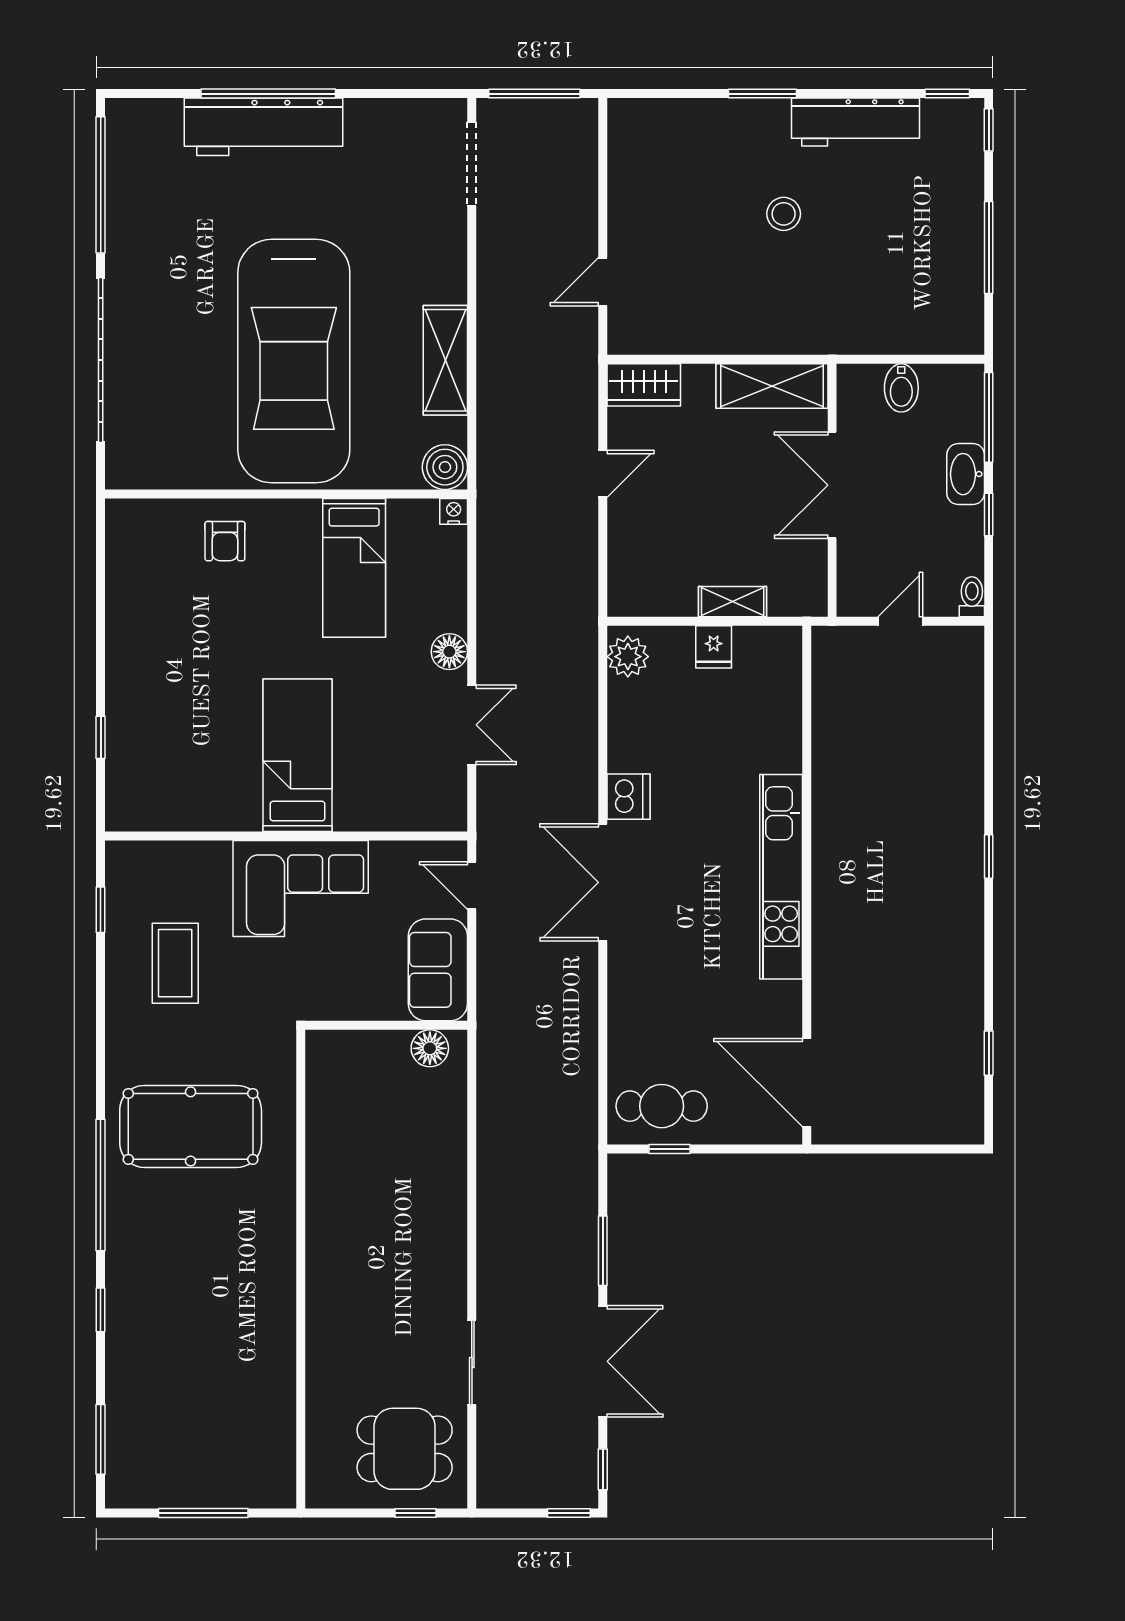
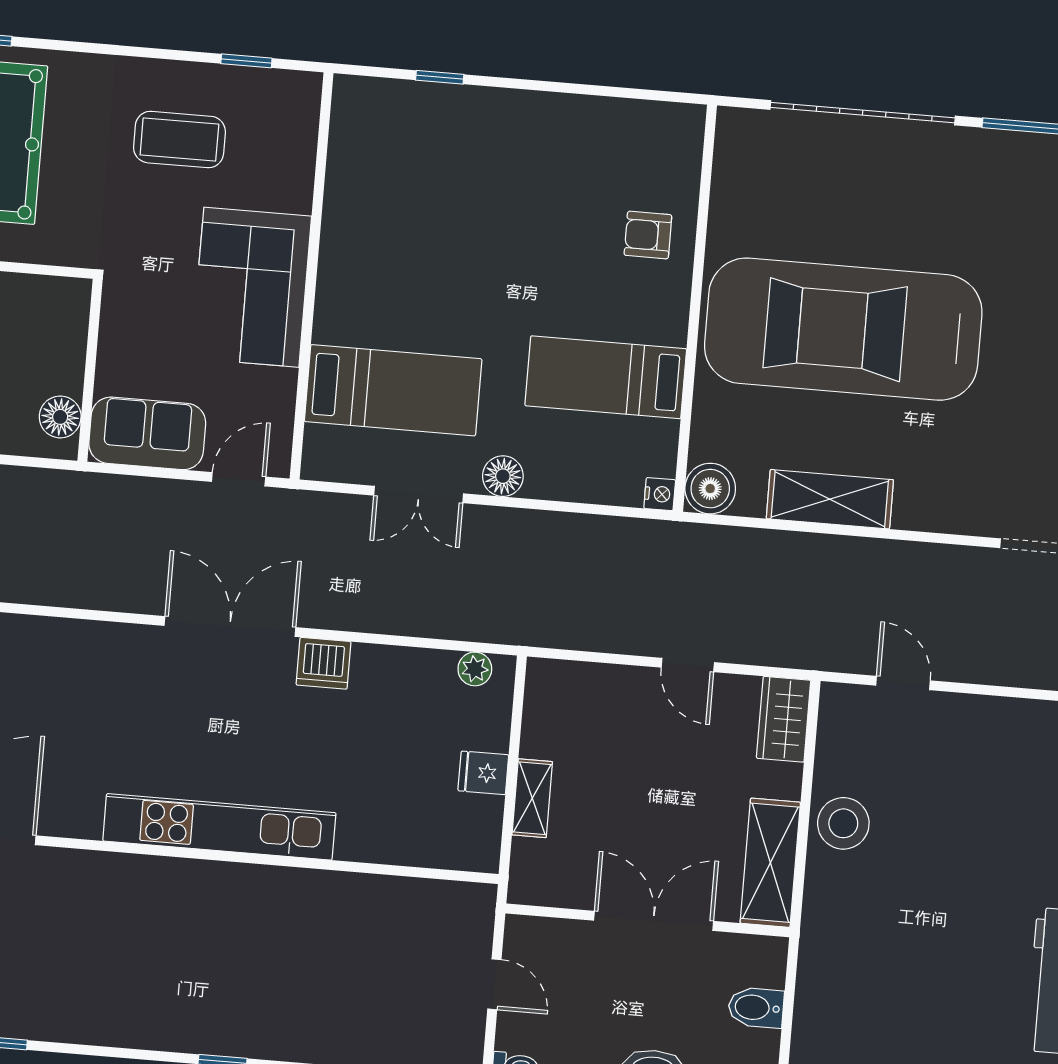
stool: (784, 214) -> (843, 823), moved, width x1.38, depth x1.38
plant: (628, 657) -> (475, 669), width x0.73, depth x0.73
bed: (298, 755) -> (393, 390), moved

